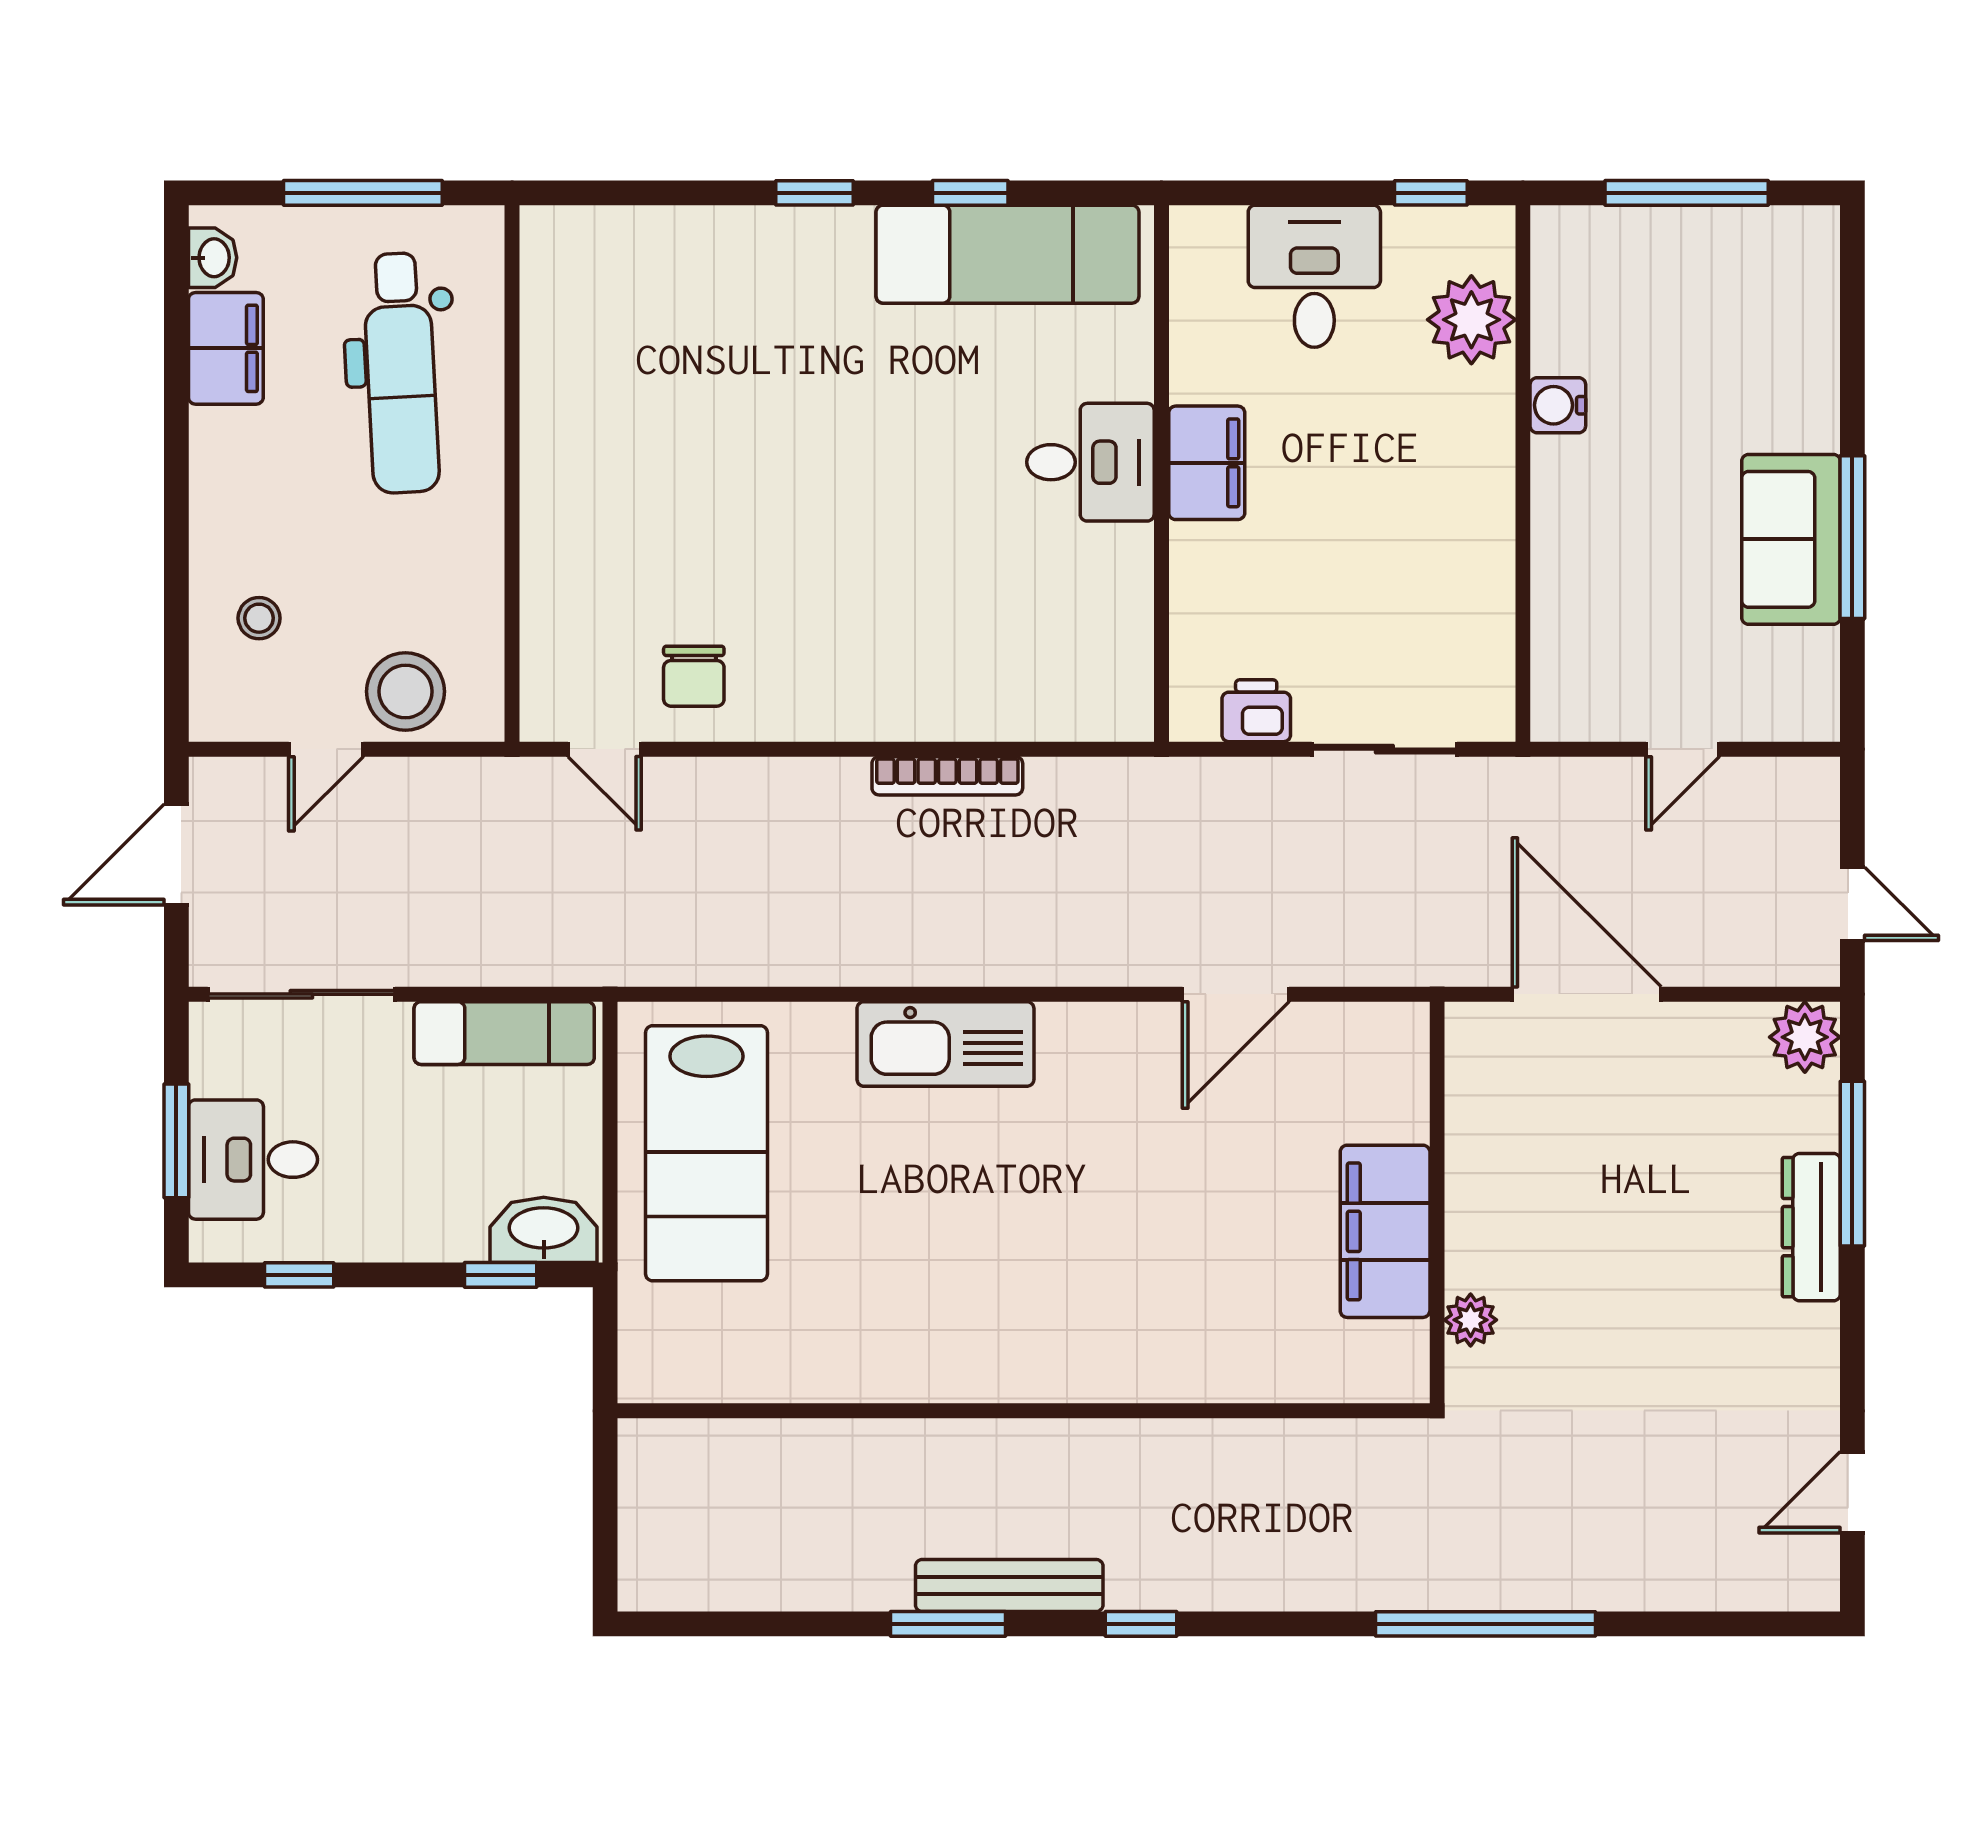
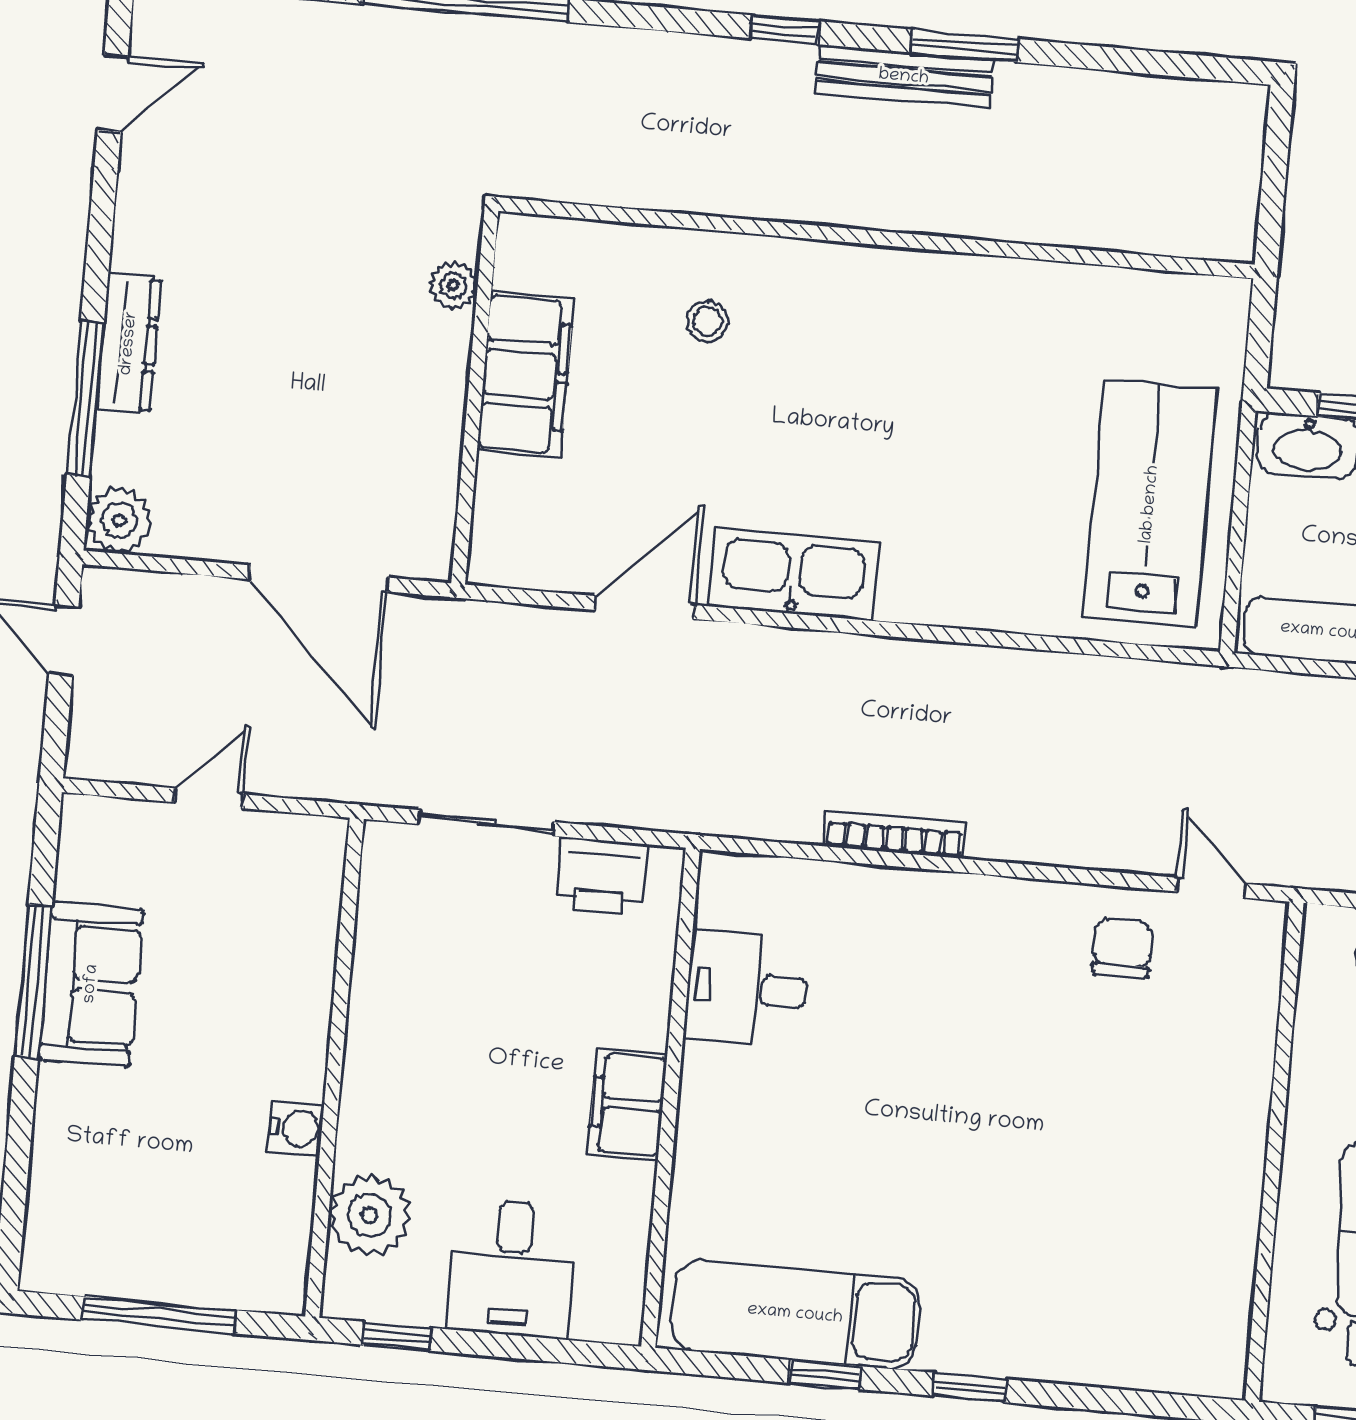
desk: (1090, 462) -> (747, 988), moved
printer: (1256, 711) -> (602, 876), width x1.36, depth x1.24
kitchen sink: (945, 1044) -> (793, 574), moved
stool: (1196, 1306) -> (707, 321), added

